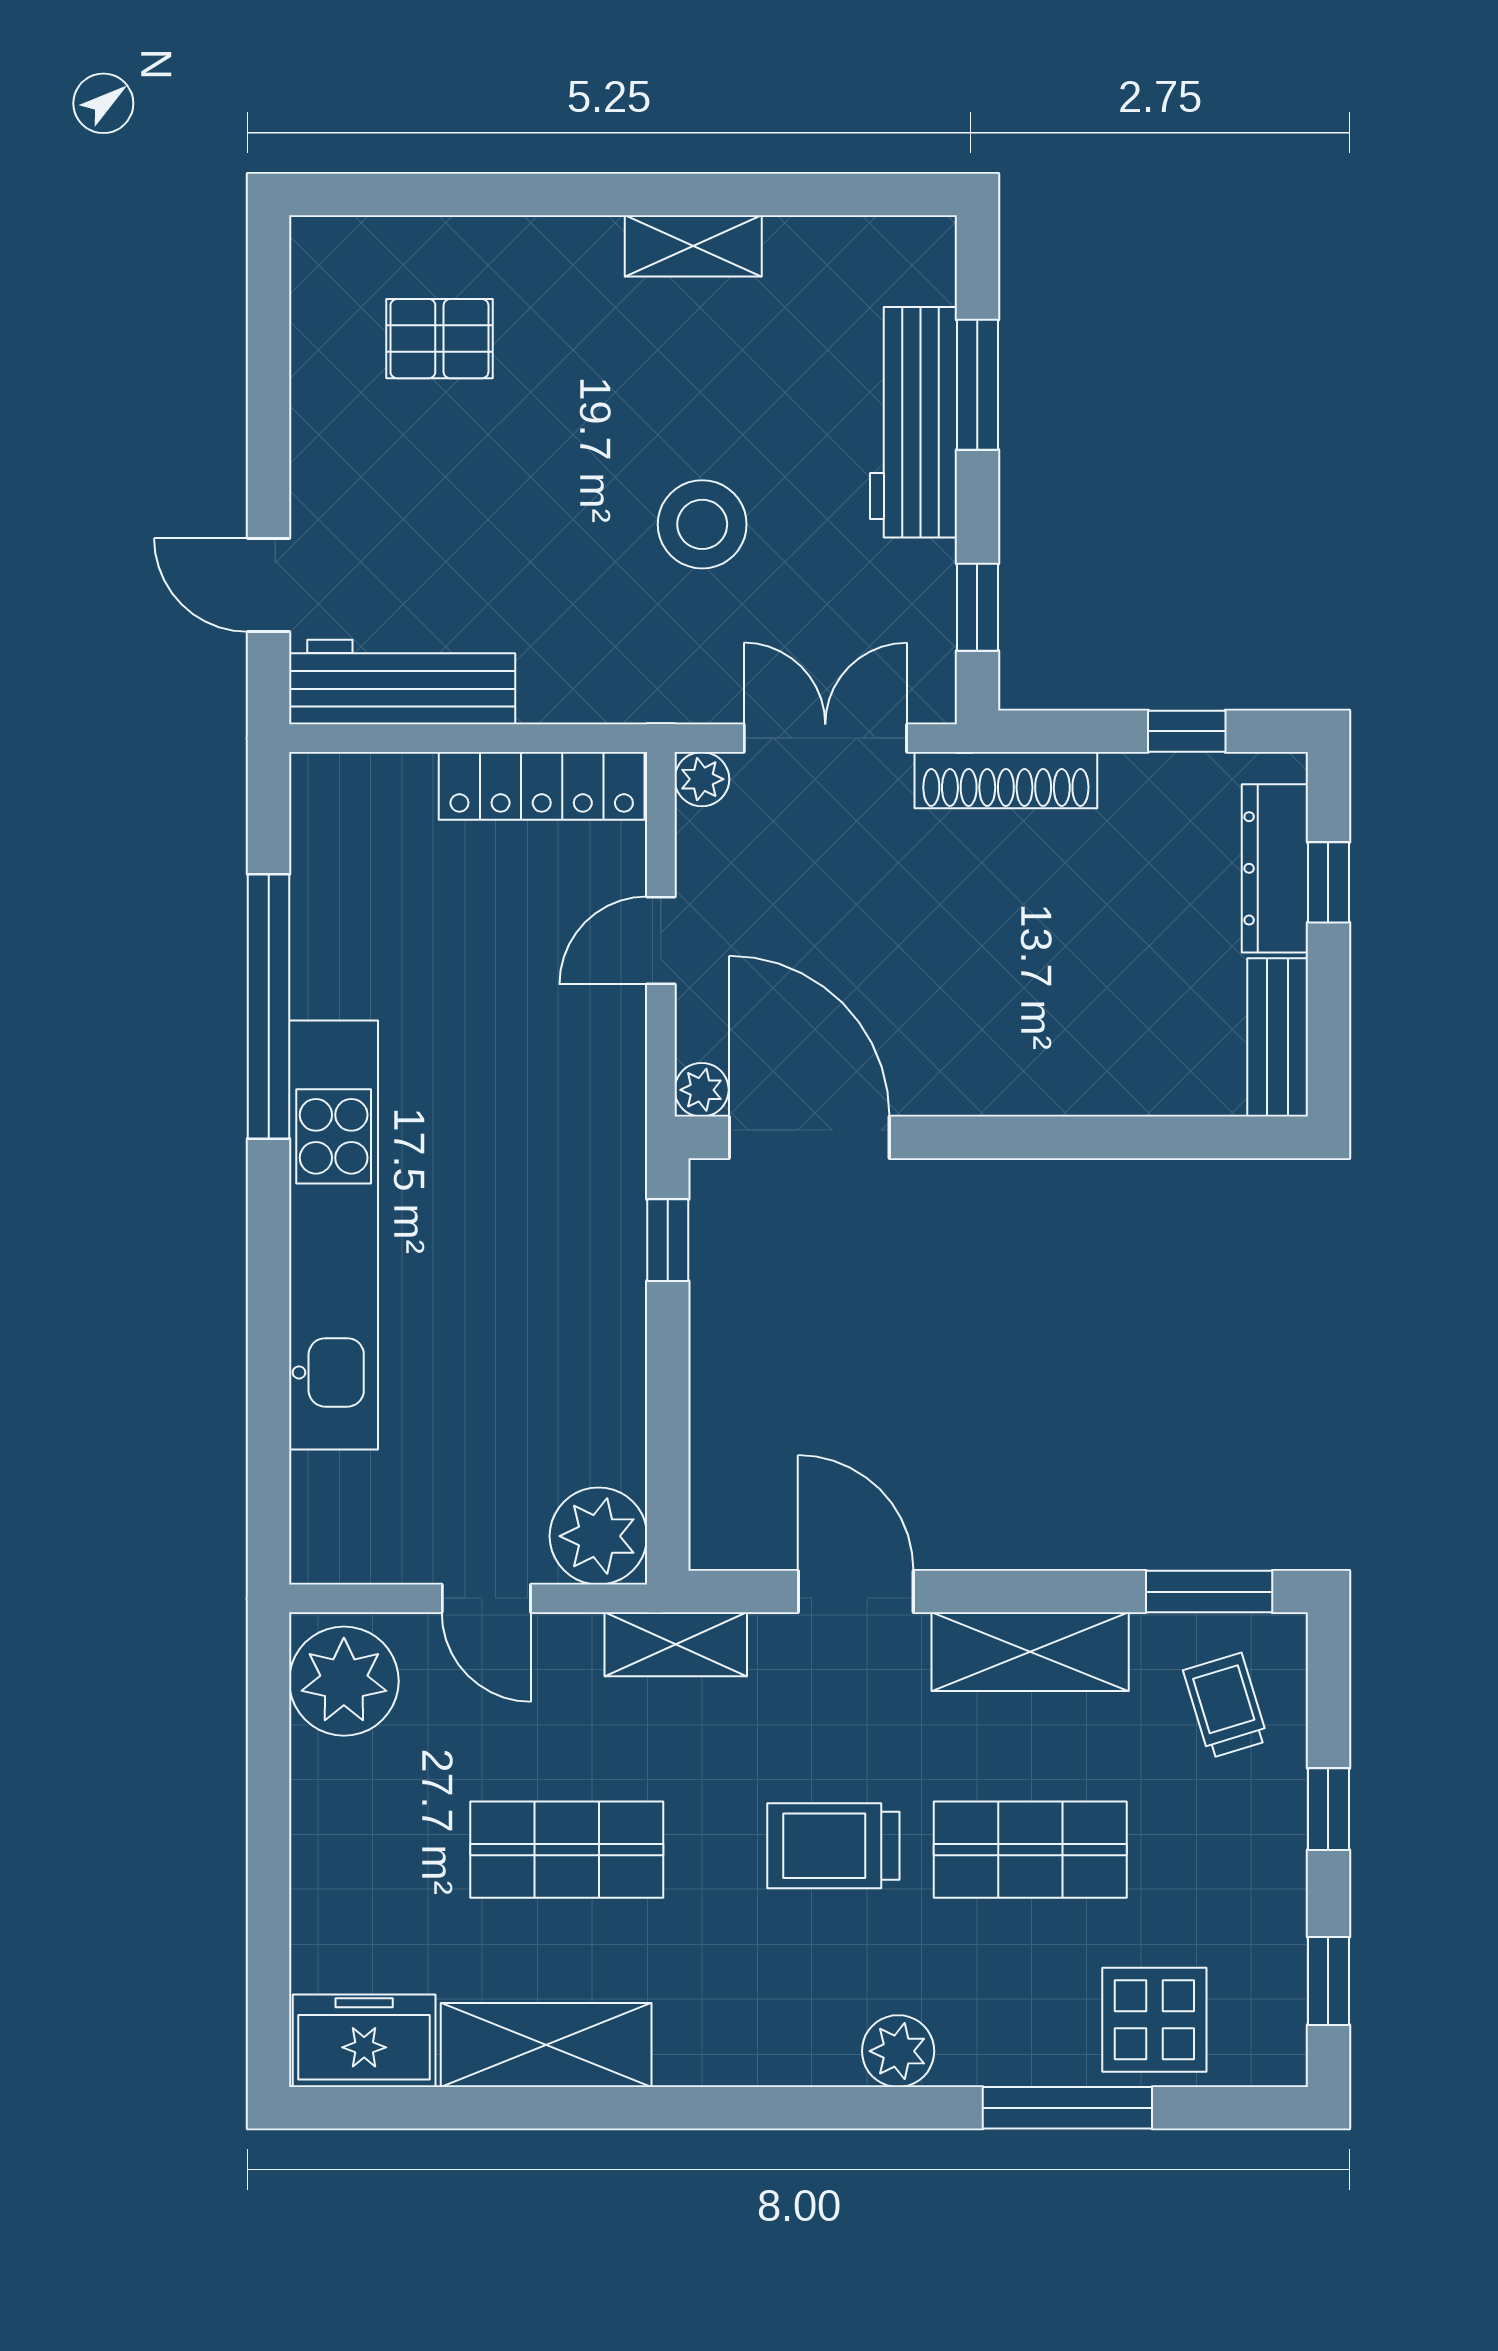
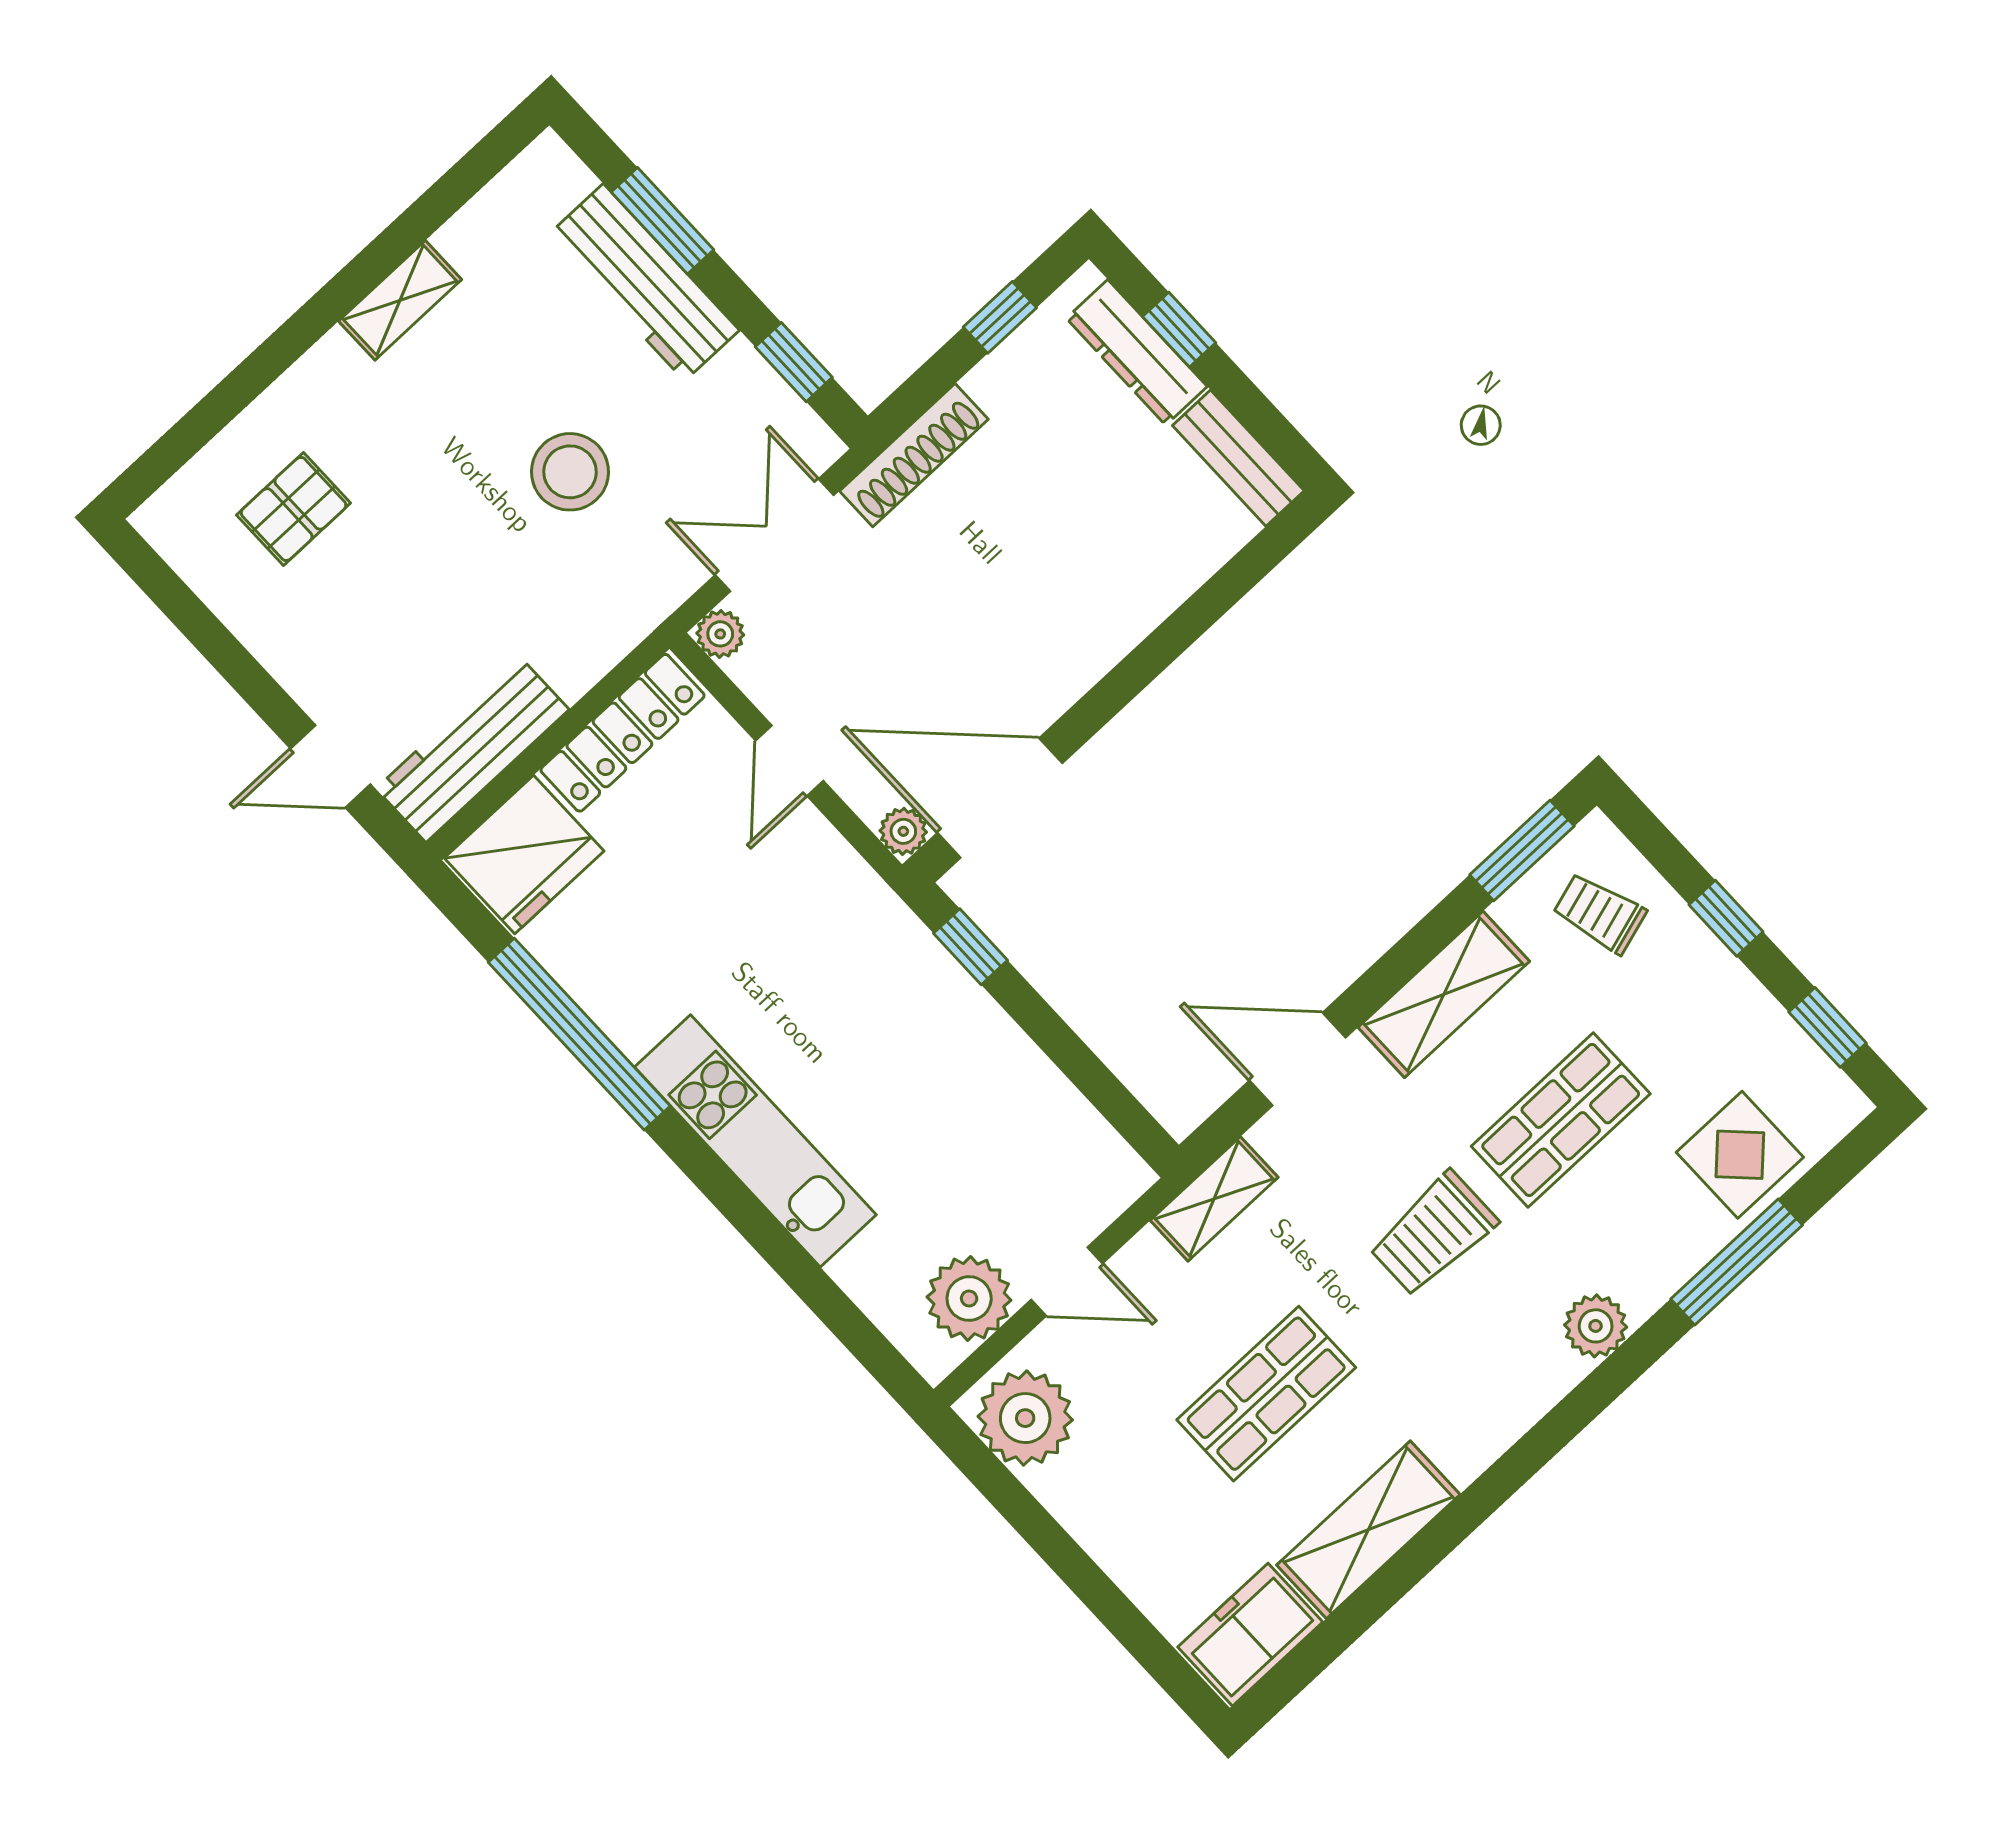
fridge: (363, 812) -> (524, 855), added
kitchen unit: (334, 1235) -> (755, 1141), width x0.73
plant: (598, 1536) -> (969, 1299), moved

